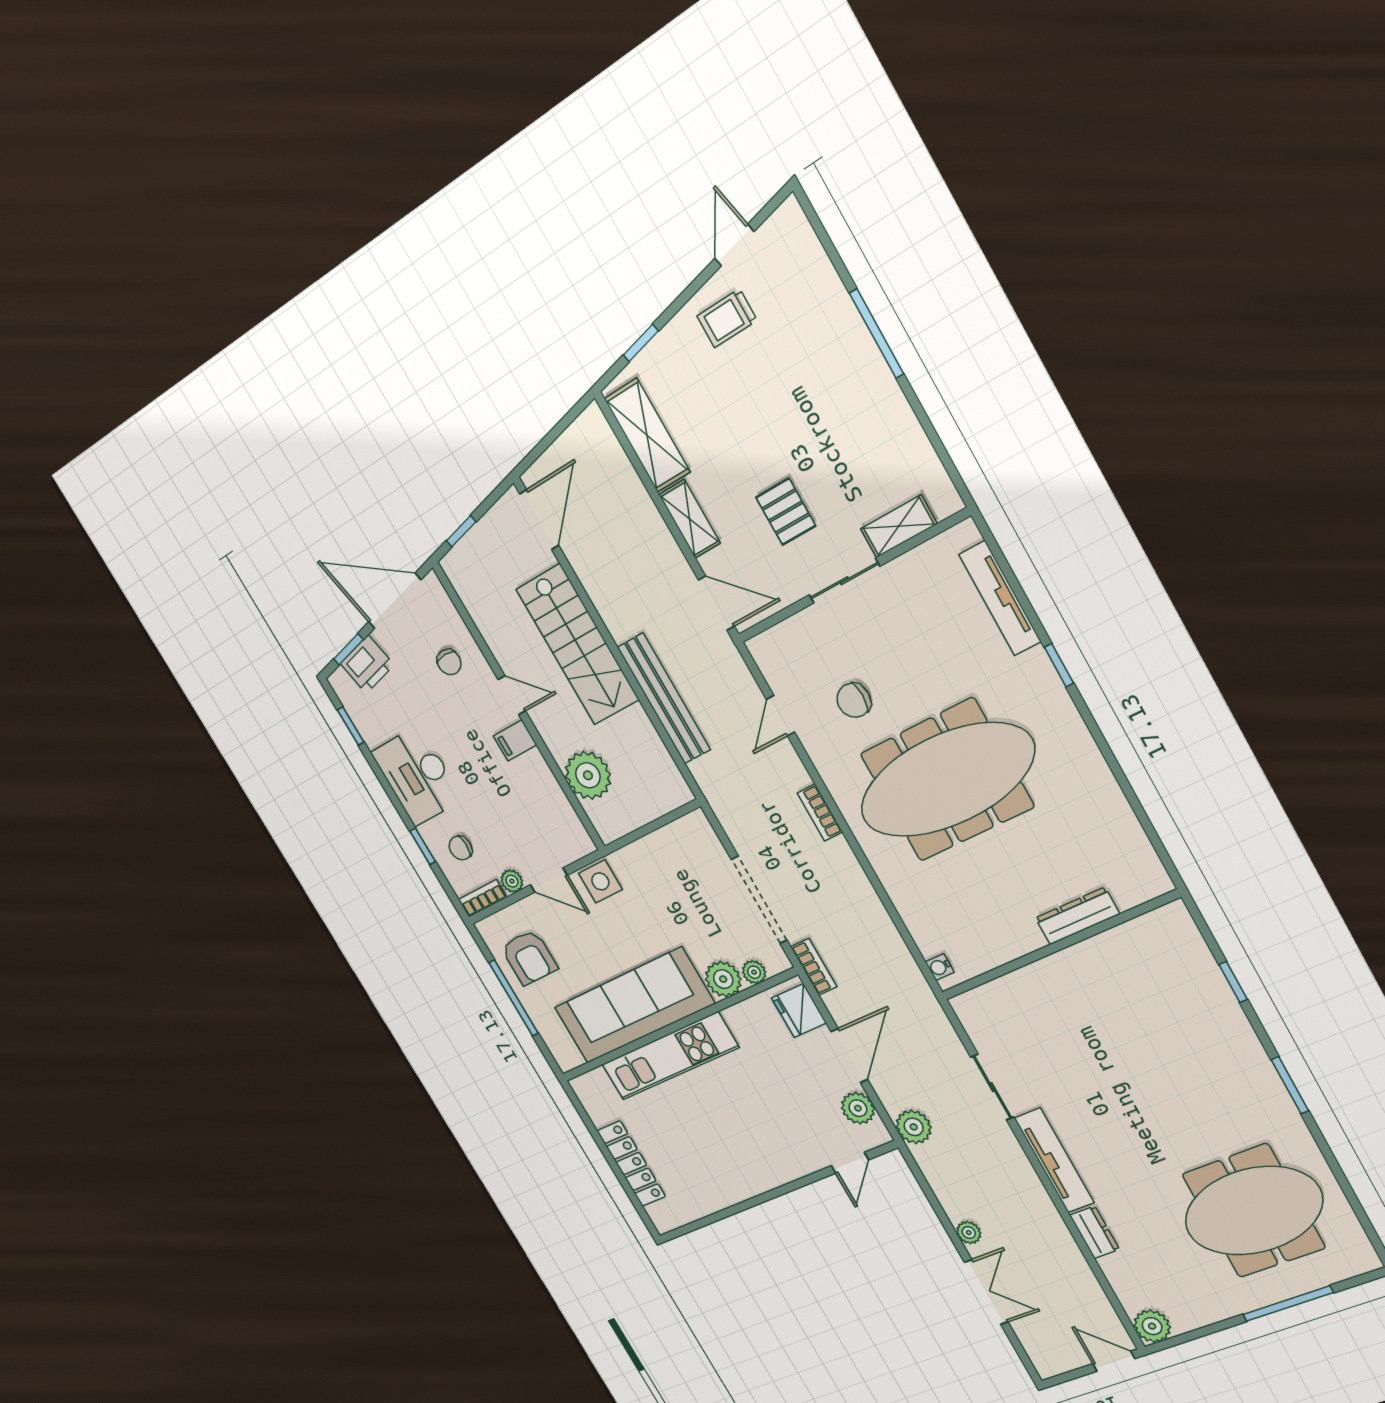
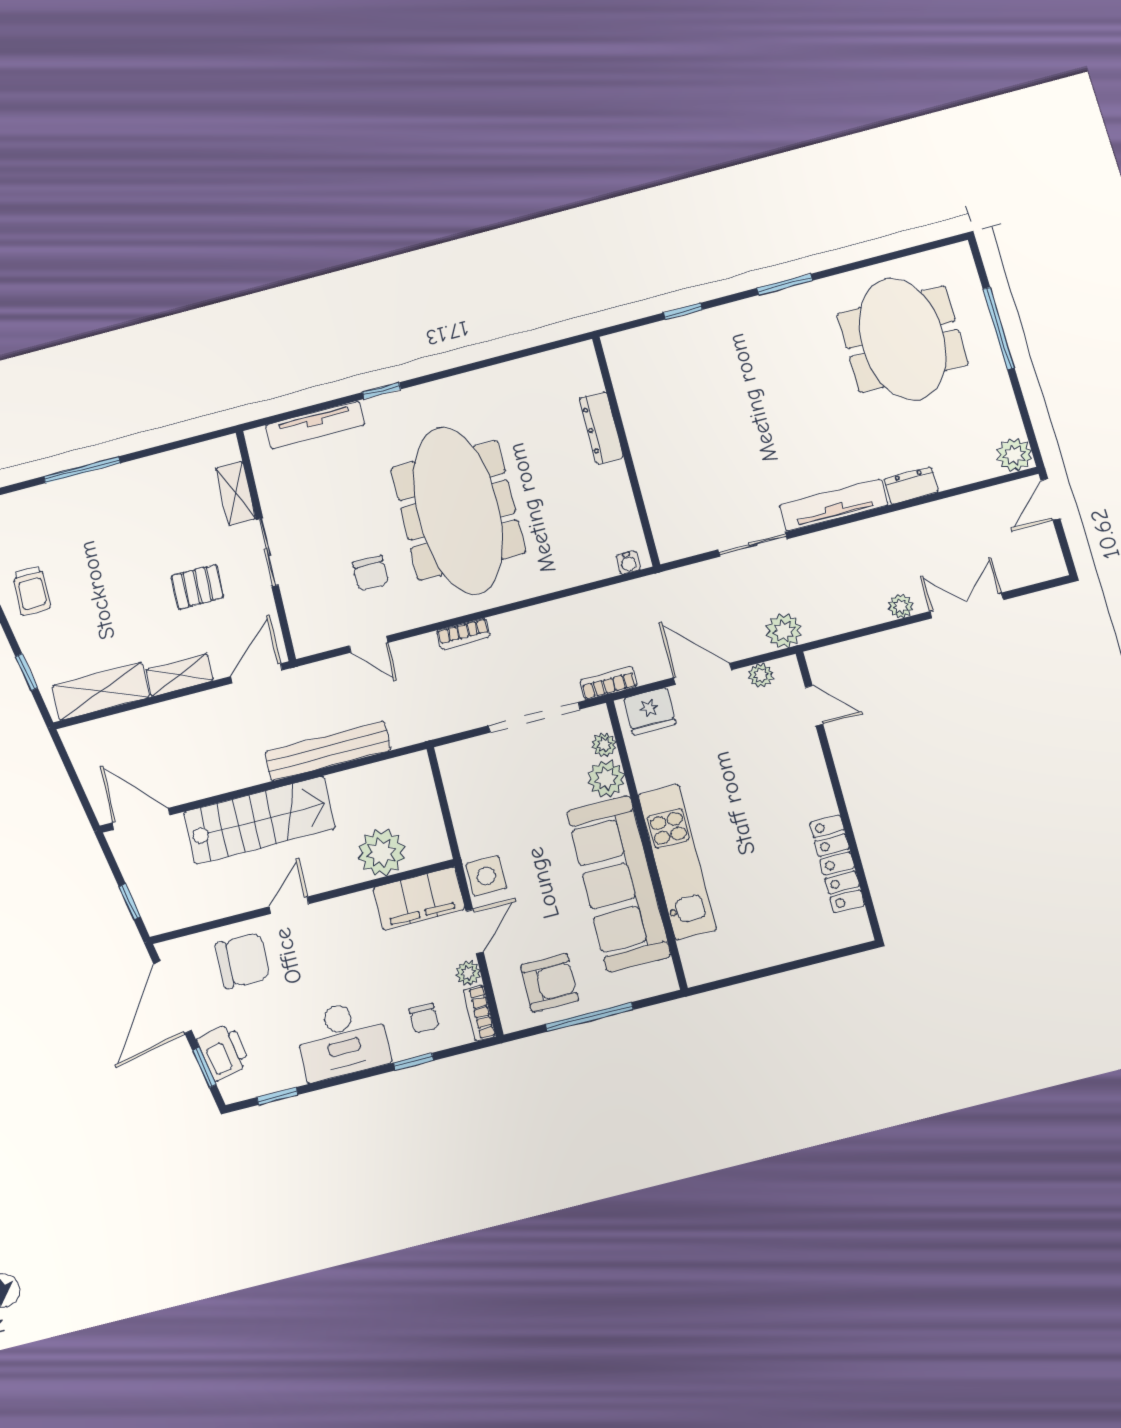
chair: (449, 662) -> (243, 961), width x1.87, depth x1.87
filing cabinet: (515, 740) -> (419, 899), moved, width x3.00, depth x1.17
plant: (858, 1108) -> (761, 675), width x0.73, depth x0.73
locker: (631, 1164) -> (837, 864), moved, turned -90

